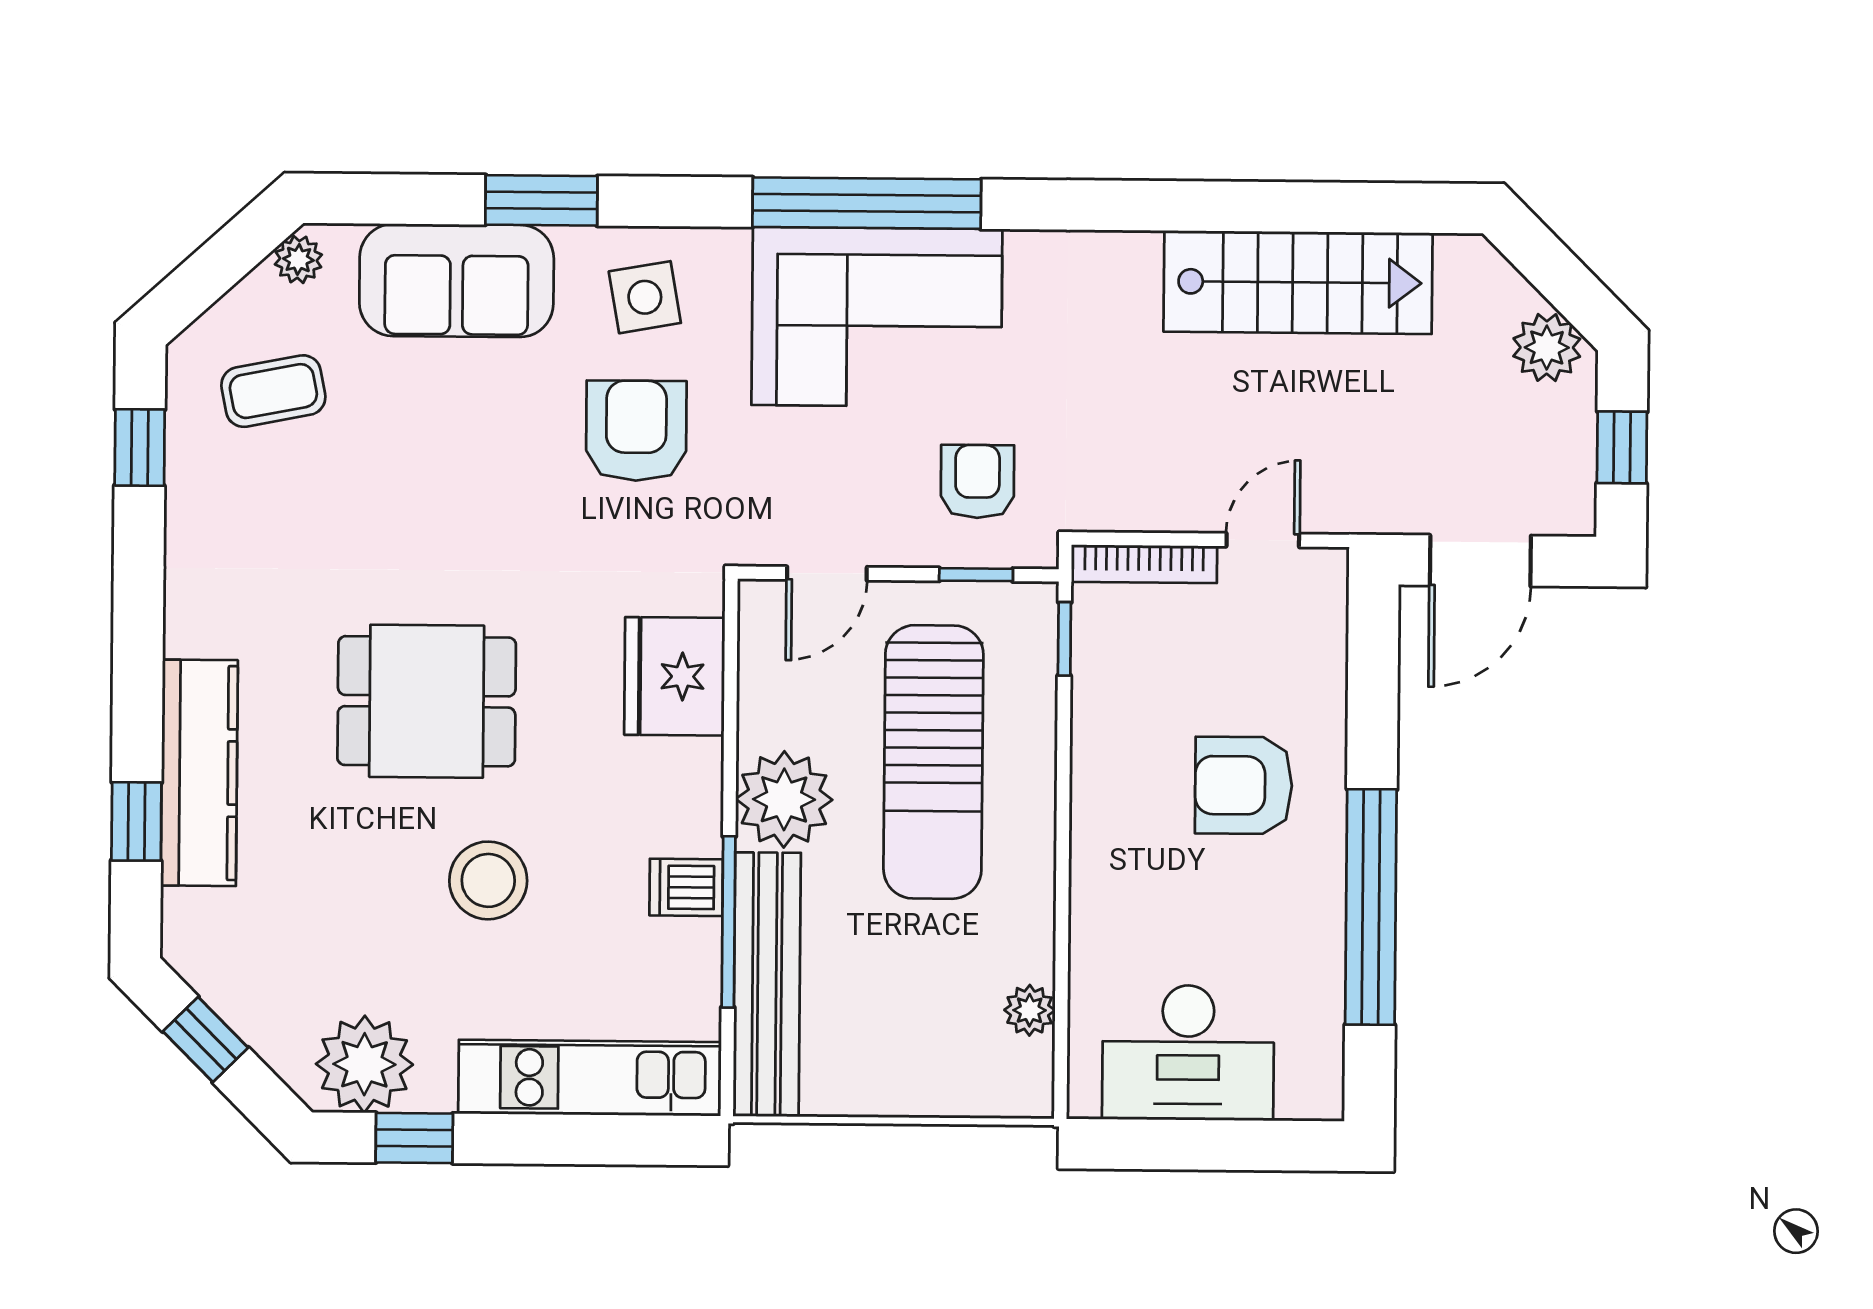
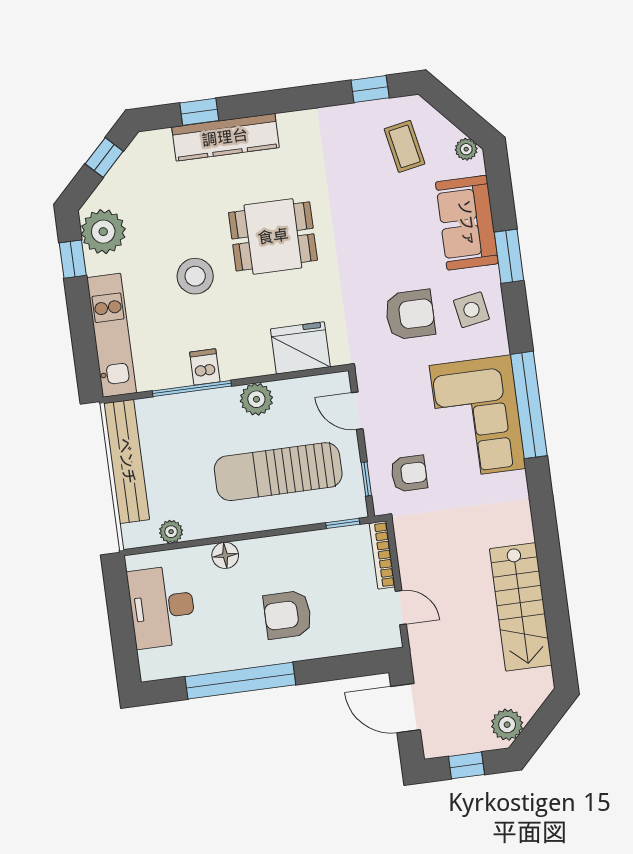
dining table: (427, 701) -> (273, 236), turned 90
armchair: (1244, 785) -> (288, 615), turned -90
plant: (784, 799) -> (256, 399), width x0.73, depth x0.73
floor lamp: (1097, 901) -> (225, 555), added
bench: (767, 984) -> (127, 461), moved, turned 90

